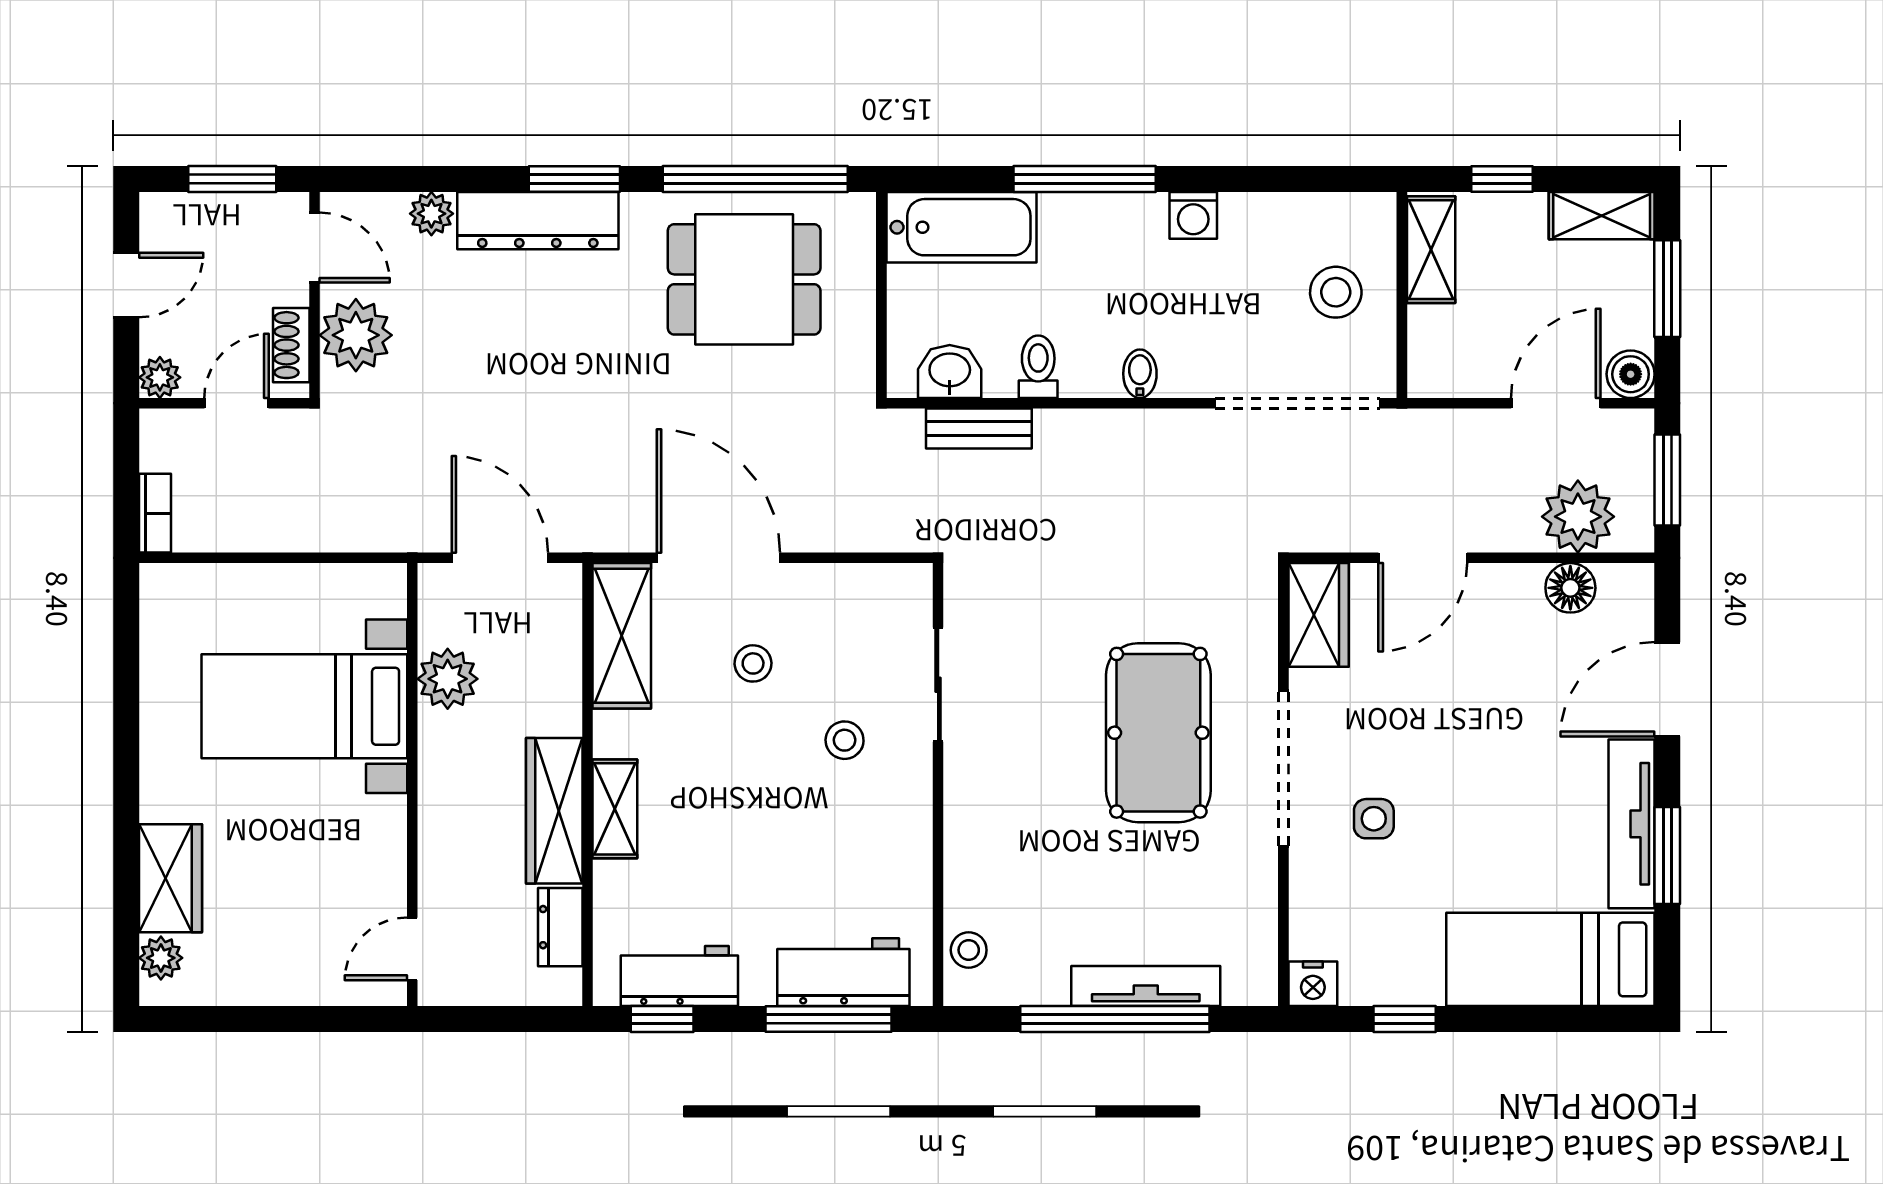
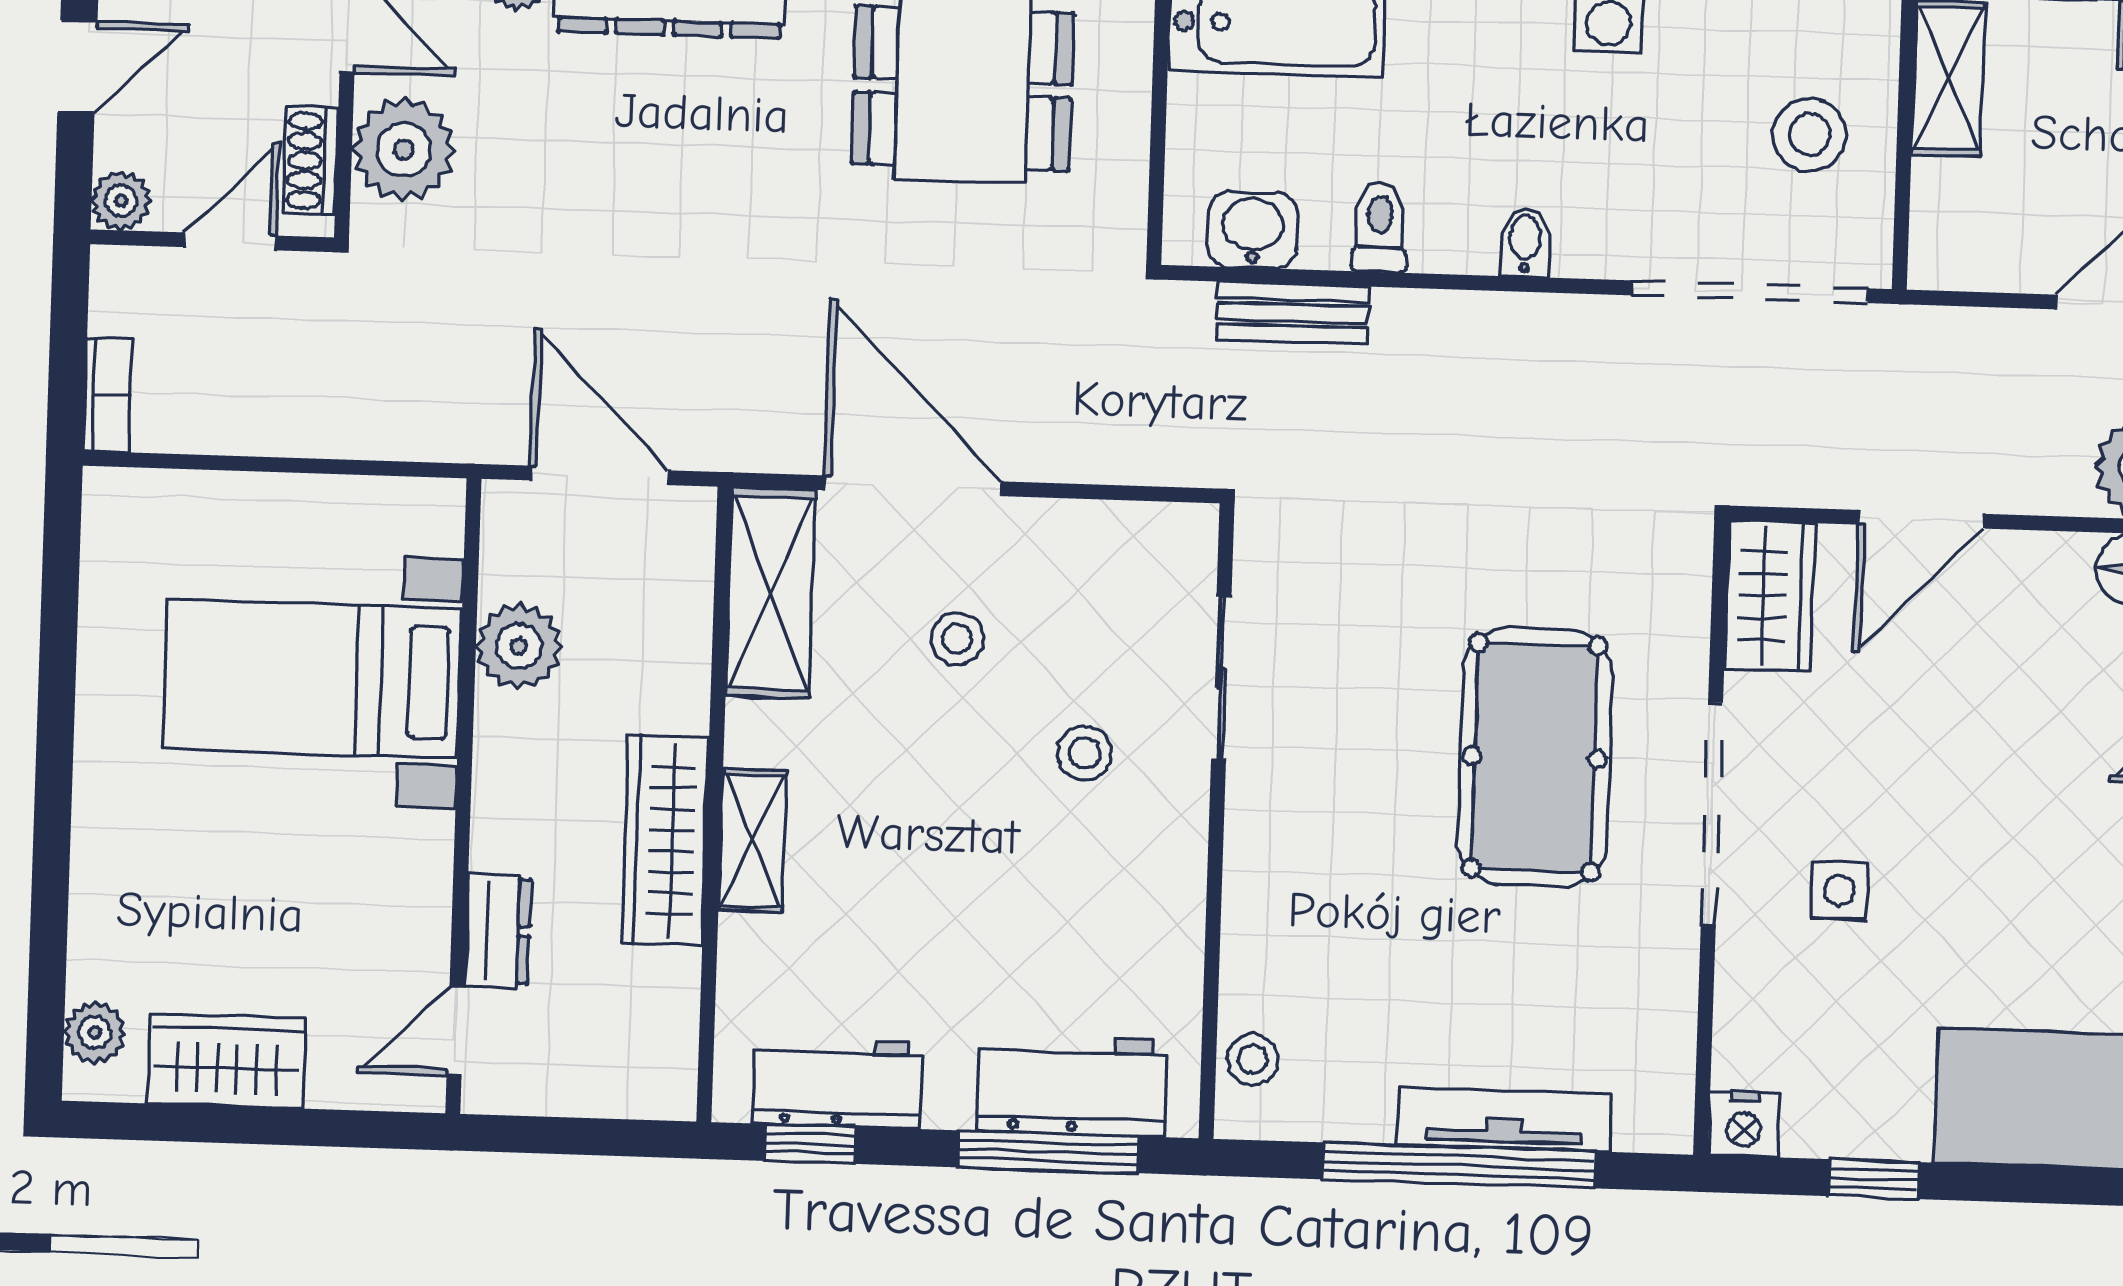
wardrobe: (171, 878) -> (227, 1061), moved, turned -90
dresser: (560, 927) -> (498, 931), moved, turned 180

